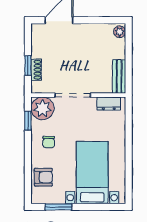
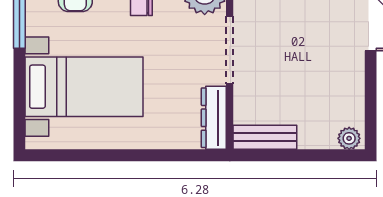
dresser: (109, 104) -> (214, 118), width x1.44

